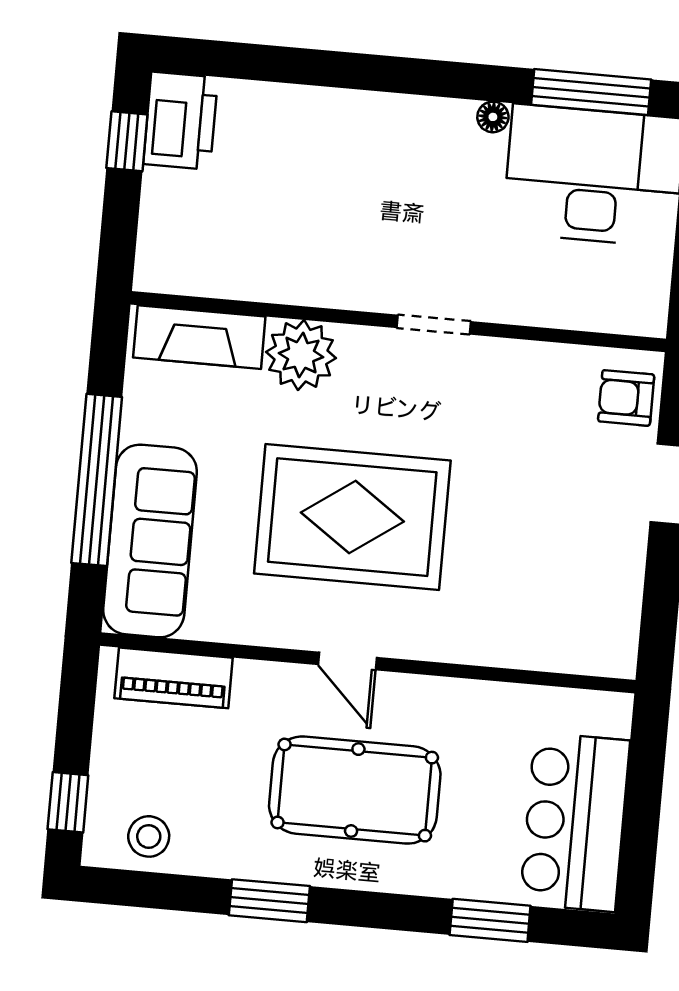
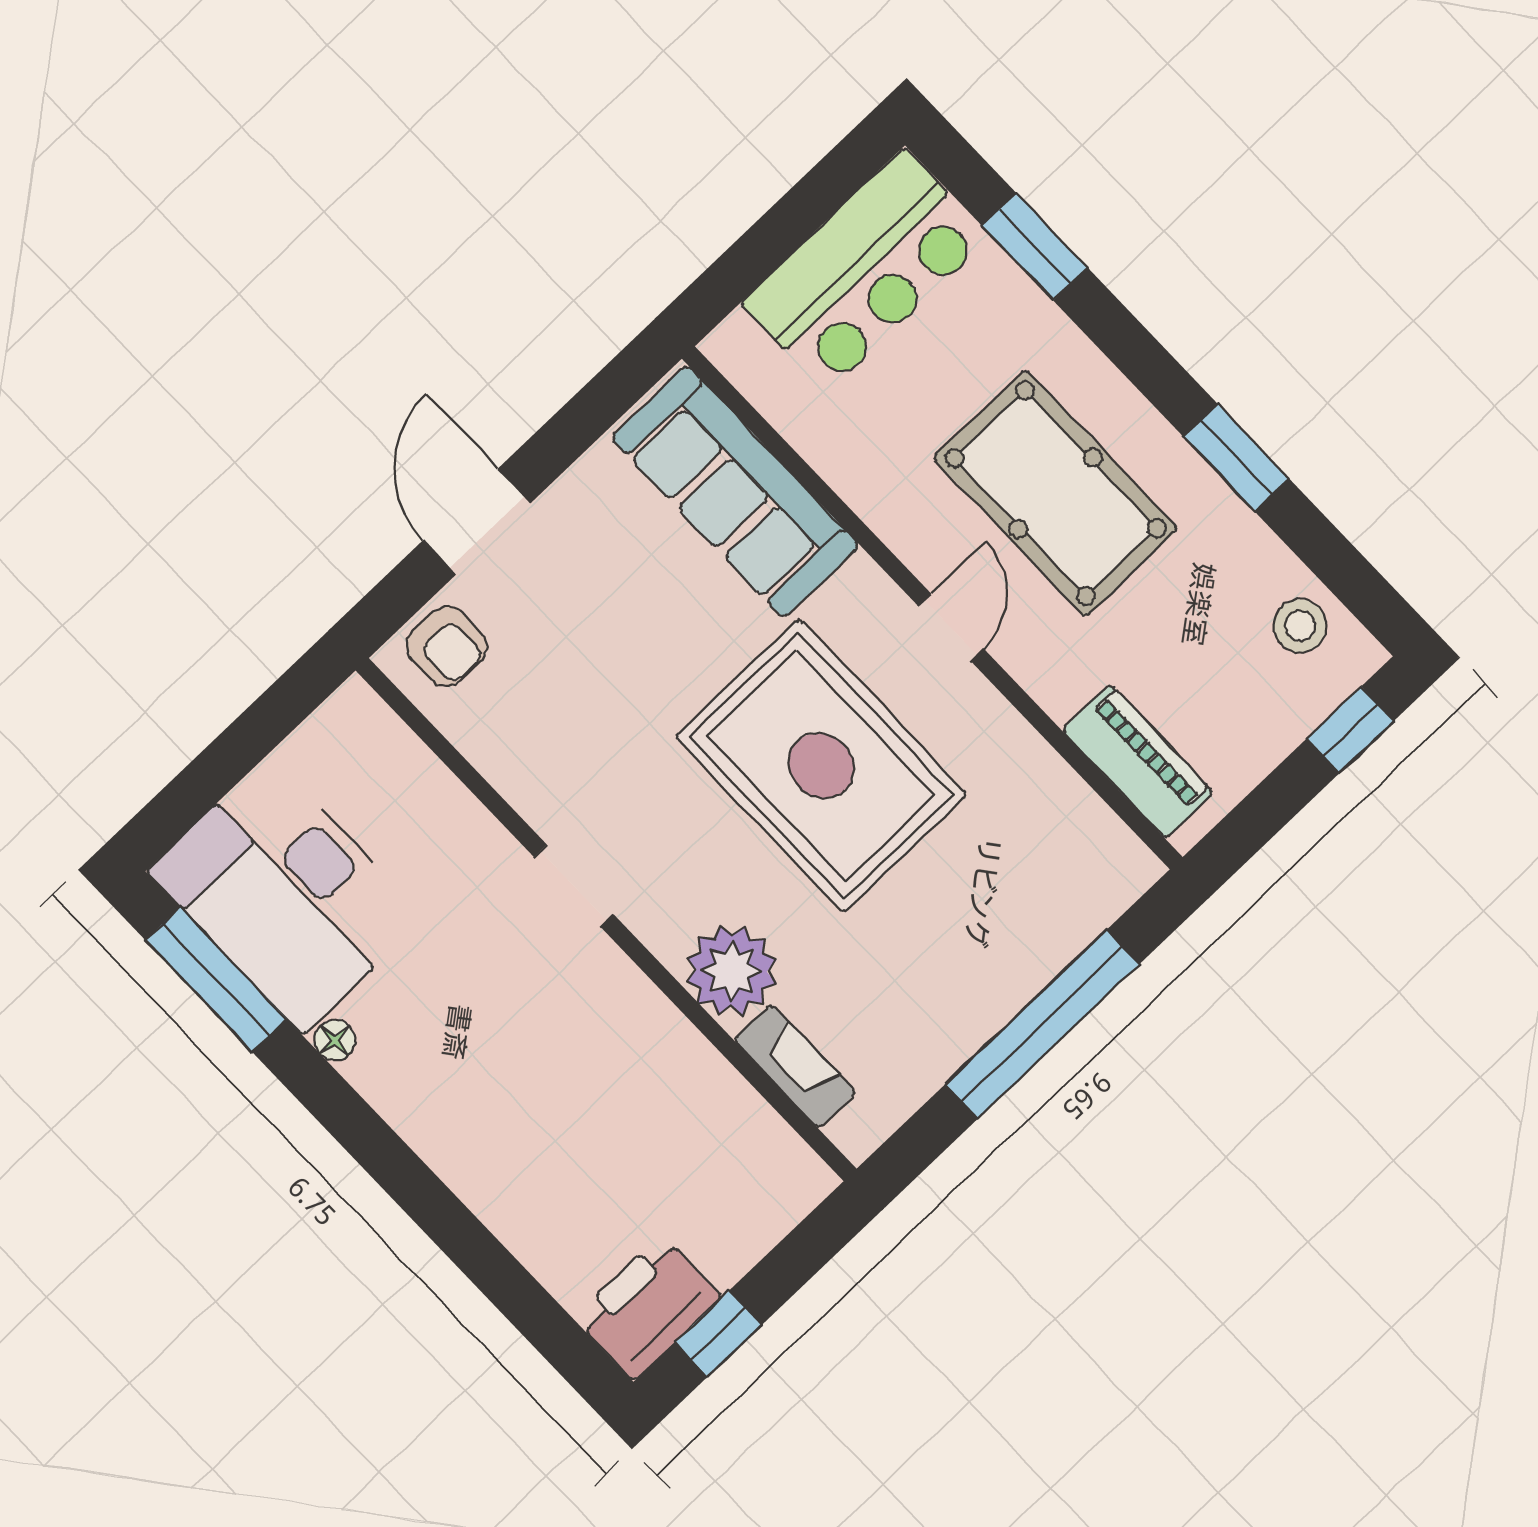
fireplace: (199, 337) -> (795, 1066), width x0.73, depth x0.76
sofa: (150, 541) -> (735, 492), moved, turned -90

